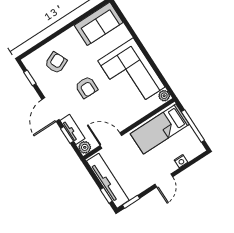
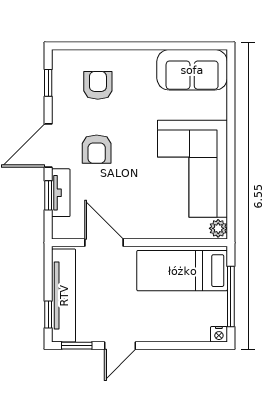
armchair: (56, 63) -> (98, 85), turned -66
armchair: (86, 87) -> (97, 149), moved
plant: (85, 147) -> (62, 229), removed
nightstand: (181, 161) -> (219, 334), moved
door: (164, 181) -> (120, 346), moved

